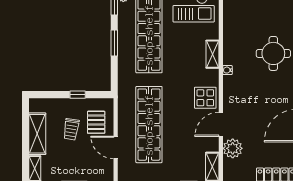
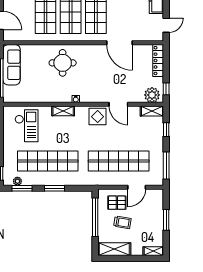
window: (78, 95) -> (95, 217), width x3.17
shelving: (37, 134) -> (114, 249), moved
plant: (233, 148) -> (152, 95), moved

